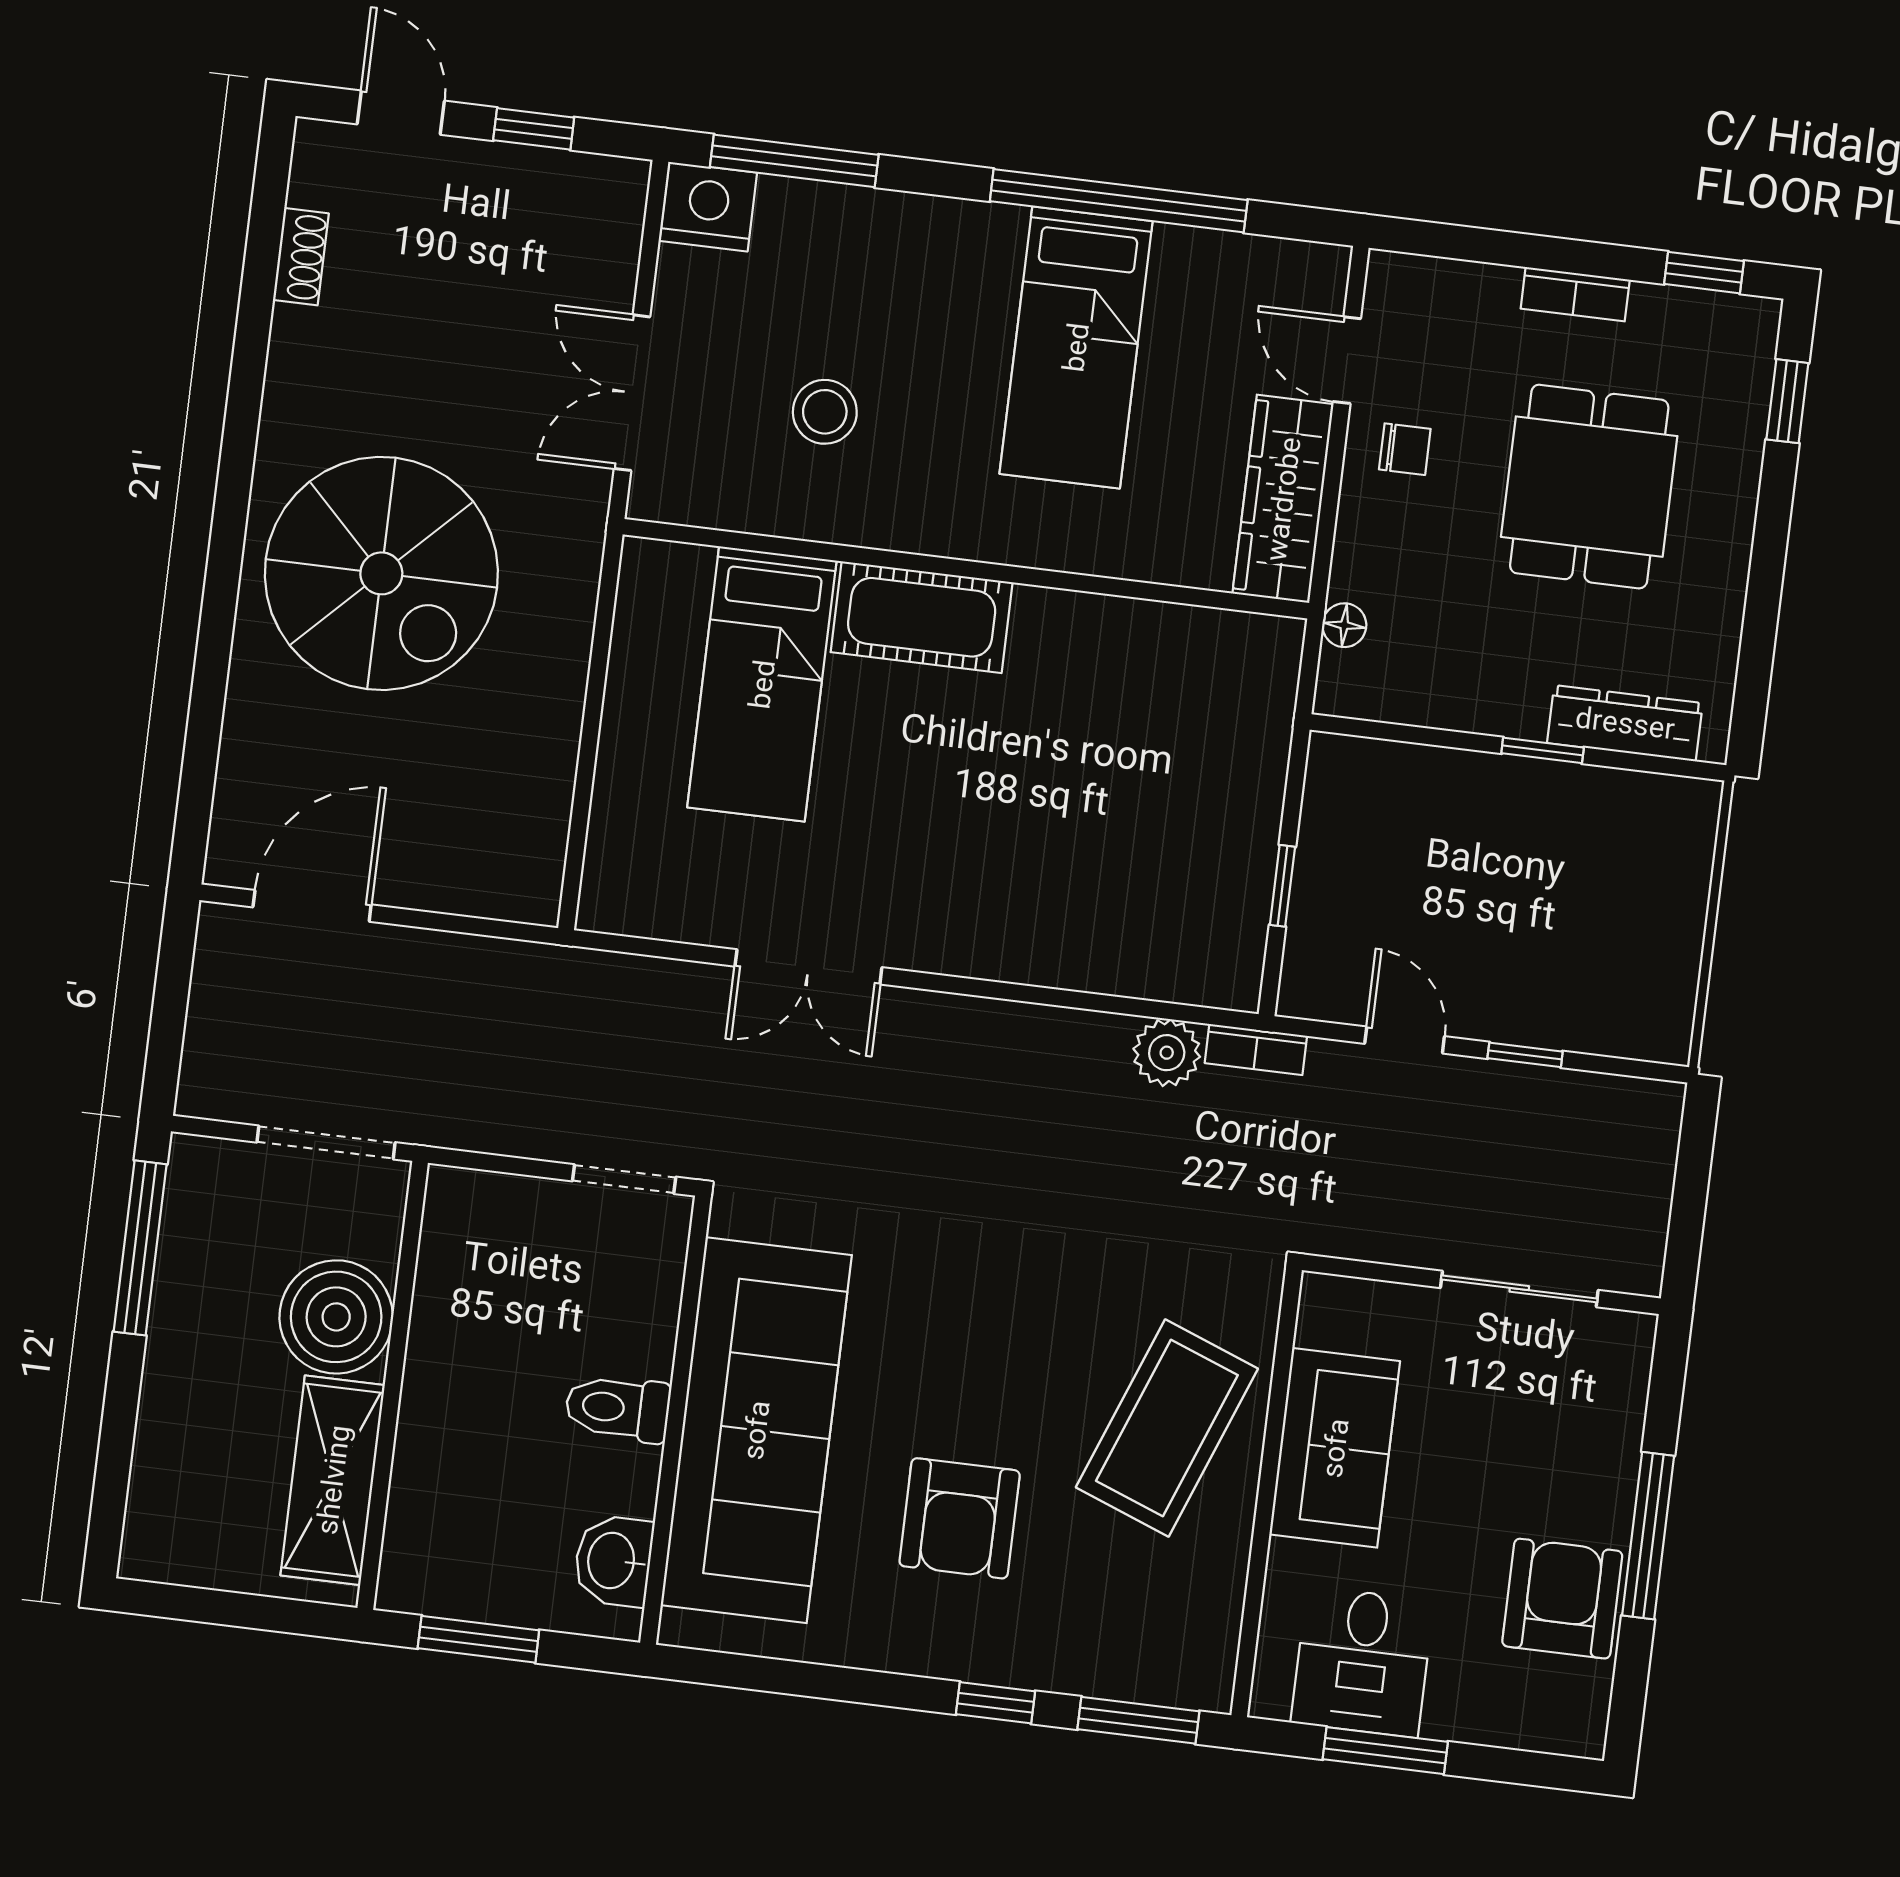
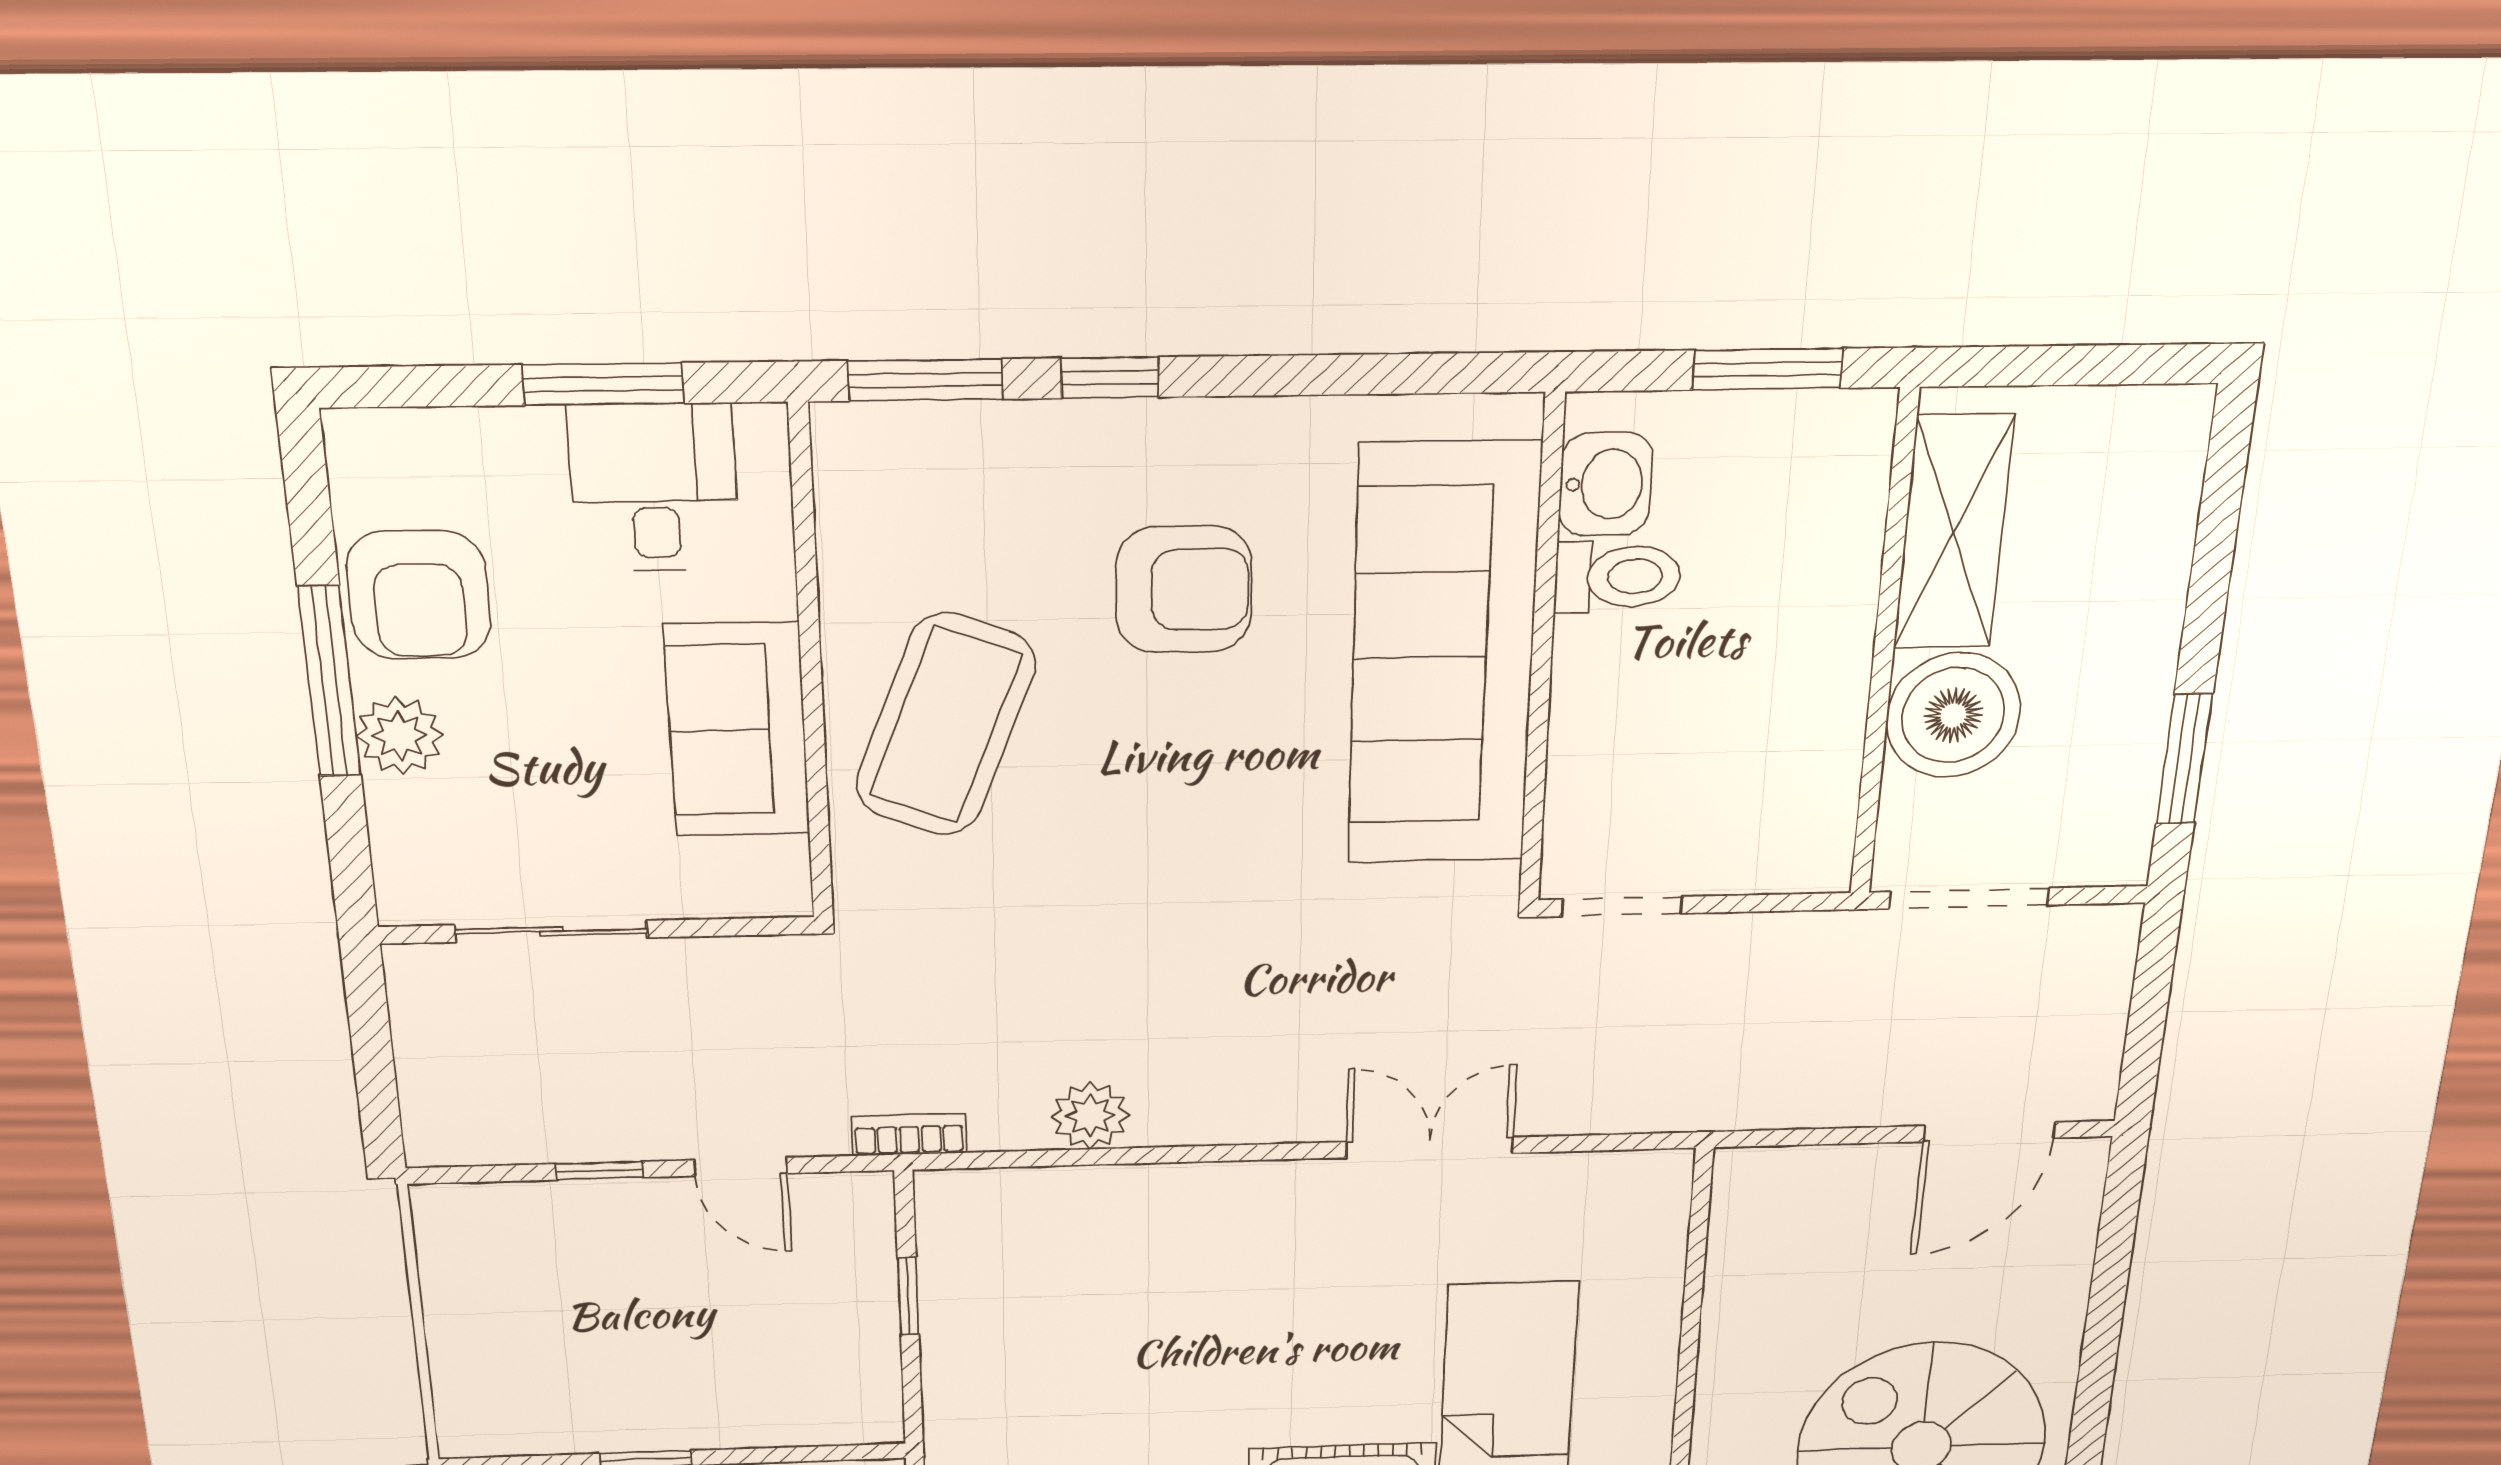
plant: (1167, 1053) -> (1090, 1116), moved
window: (140, 1248) -> (2184, 759), width x0.69
toilet: (618, 1408) -> (1618, 577), moved
plant: (1604, 1481) -> (400, 736), added
armchair: (960, 1518) -> (1184, 590), turned 90

